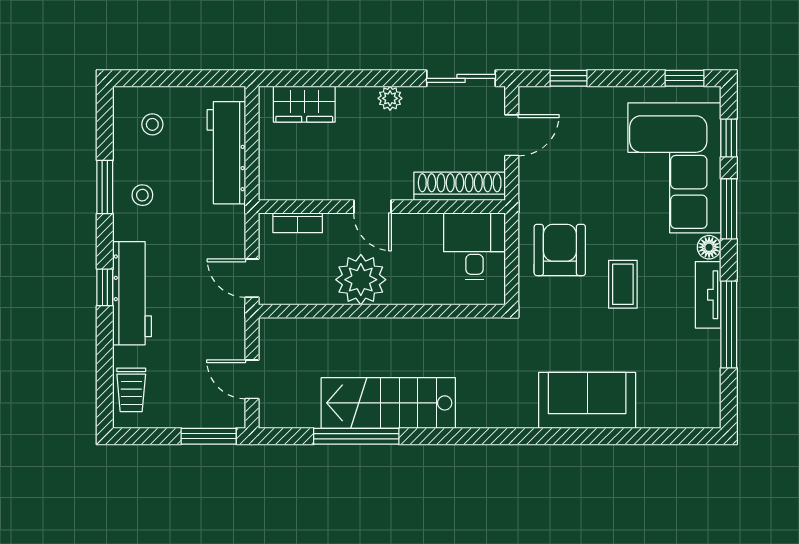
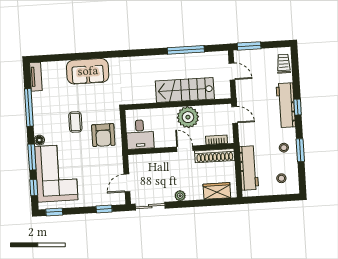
shoe rack: (460, 186) -> (215, 156), moved
tv unit: (708, 295) -> (36, 77), moved
stairs: (388, 403) -> (185, 90), moved, turned 180

